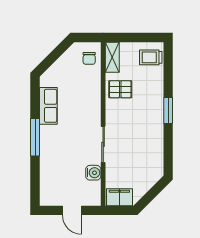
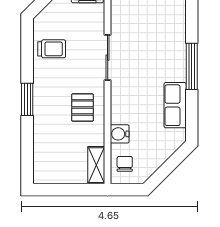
trolley: (151, 57) -> (52, 49), moved
pallet: (120, 89) -> (82, 107), moved, turned 90
water cooler: (93, 173) -> (120, 134), moved

